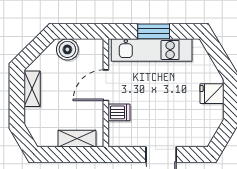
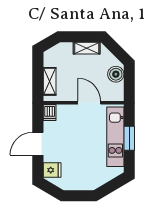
fridge: (212, 94) -> (52, 170), moved, turned 90
dishwasher: (119, 112) -> (50, 113), moved

